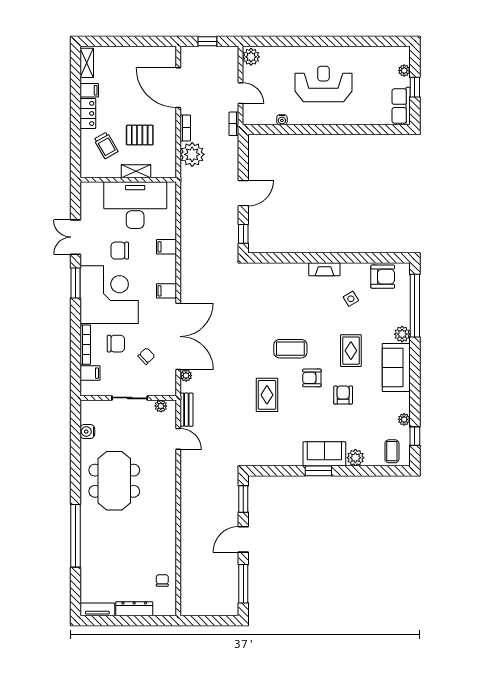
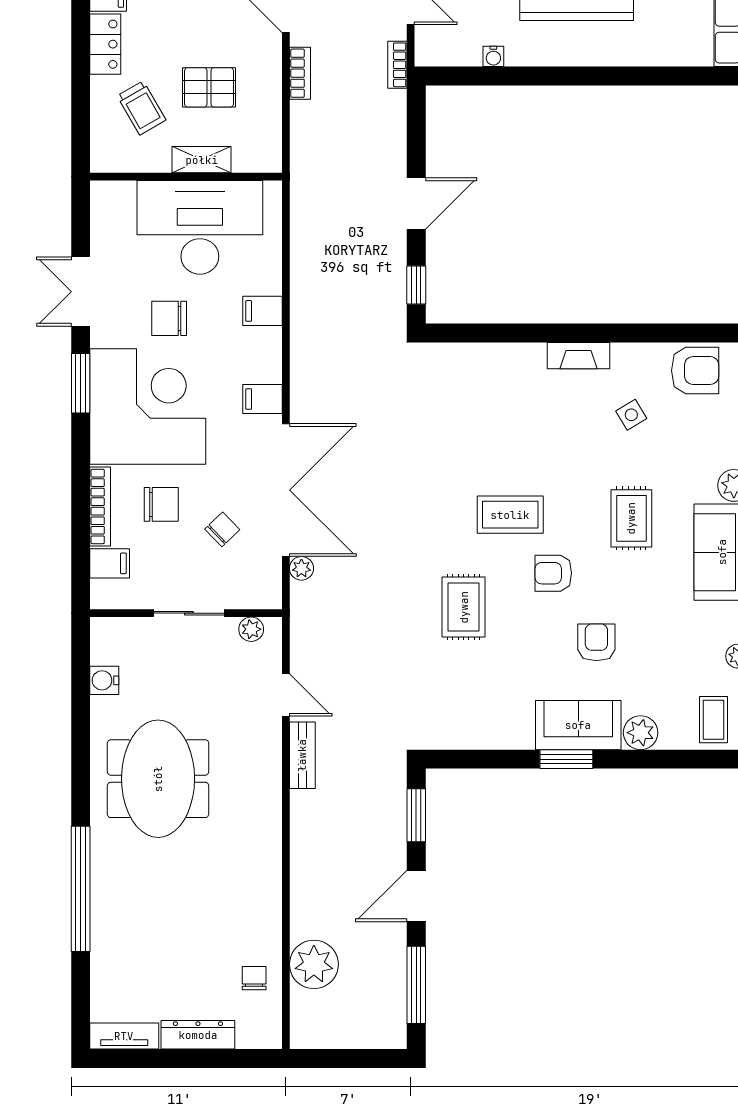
plant: (192, 154) -> (314, 964), moved
armchair: (343, 395) -> (596, 642), moved
bench: (186, 410) -> (302, 755), moved

